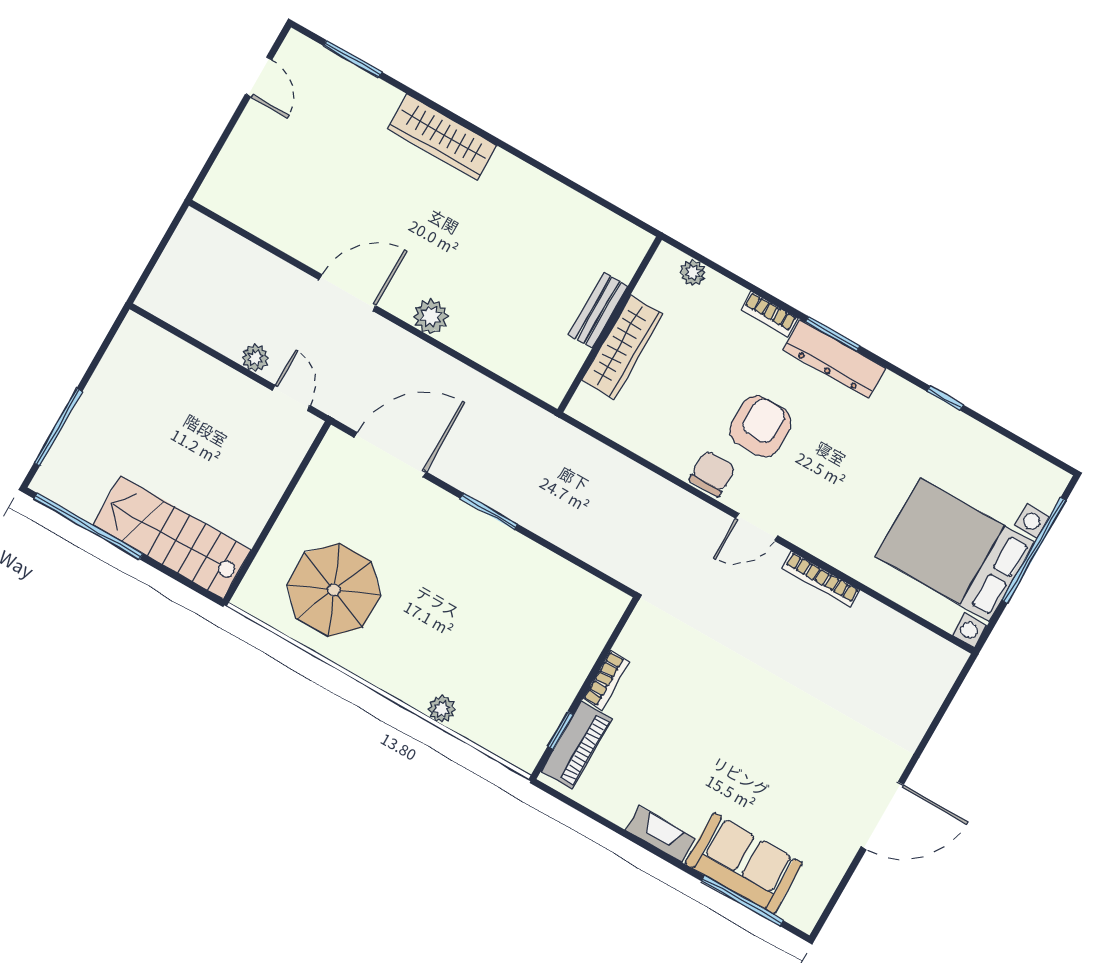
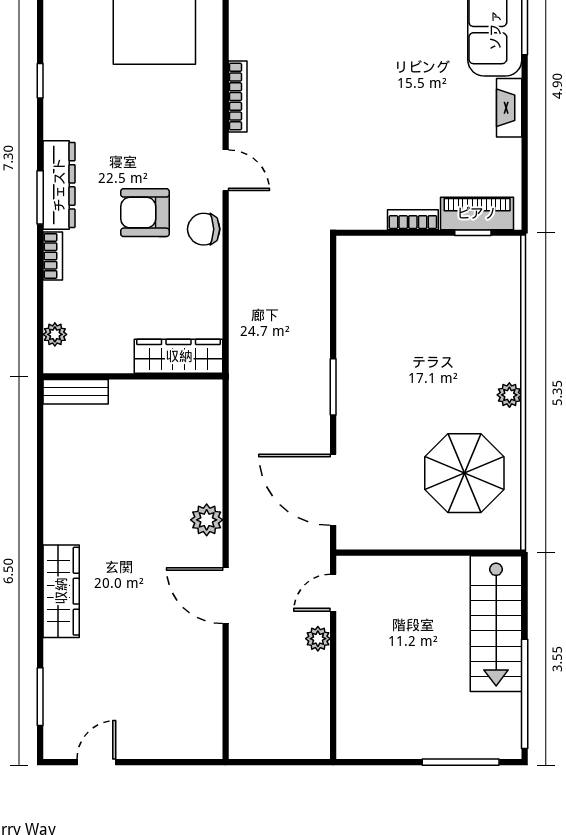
bench: (598, 310) -> (76, 392), moved
wardrobe: (622, 347) -> (179, 356), moved
plant: (442, 709) -> (509, 395), moved

